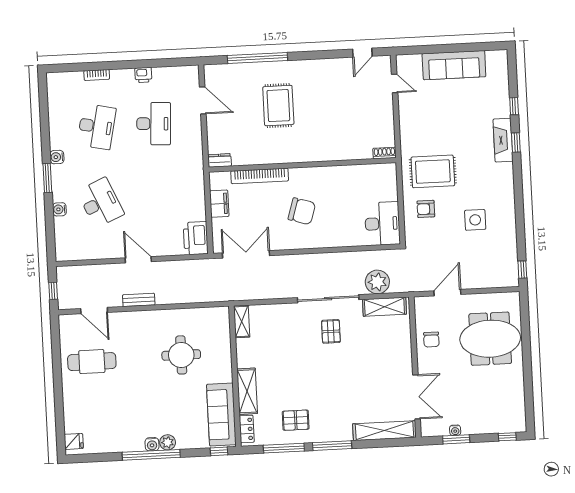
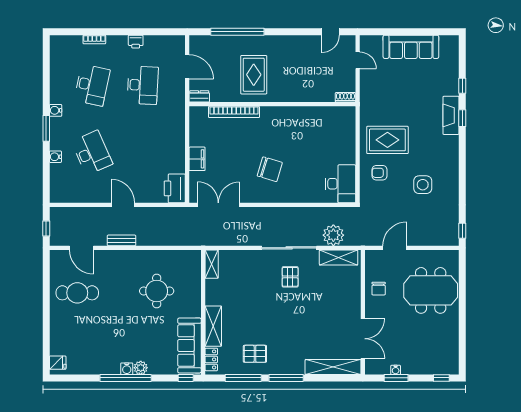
shoe rack: (384, 153) -> (345, 97), moved
dresser: (220, 160) -> (199, 96), moved
wall: (302, 165) -> (272, 104), moved
bookcase: (260, 176) -> (234, 112), moved

